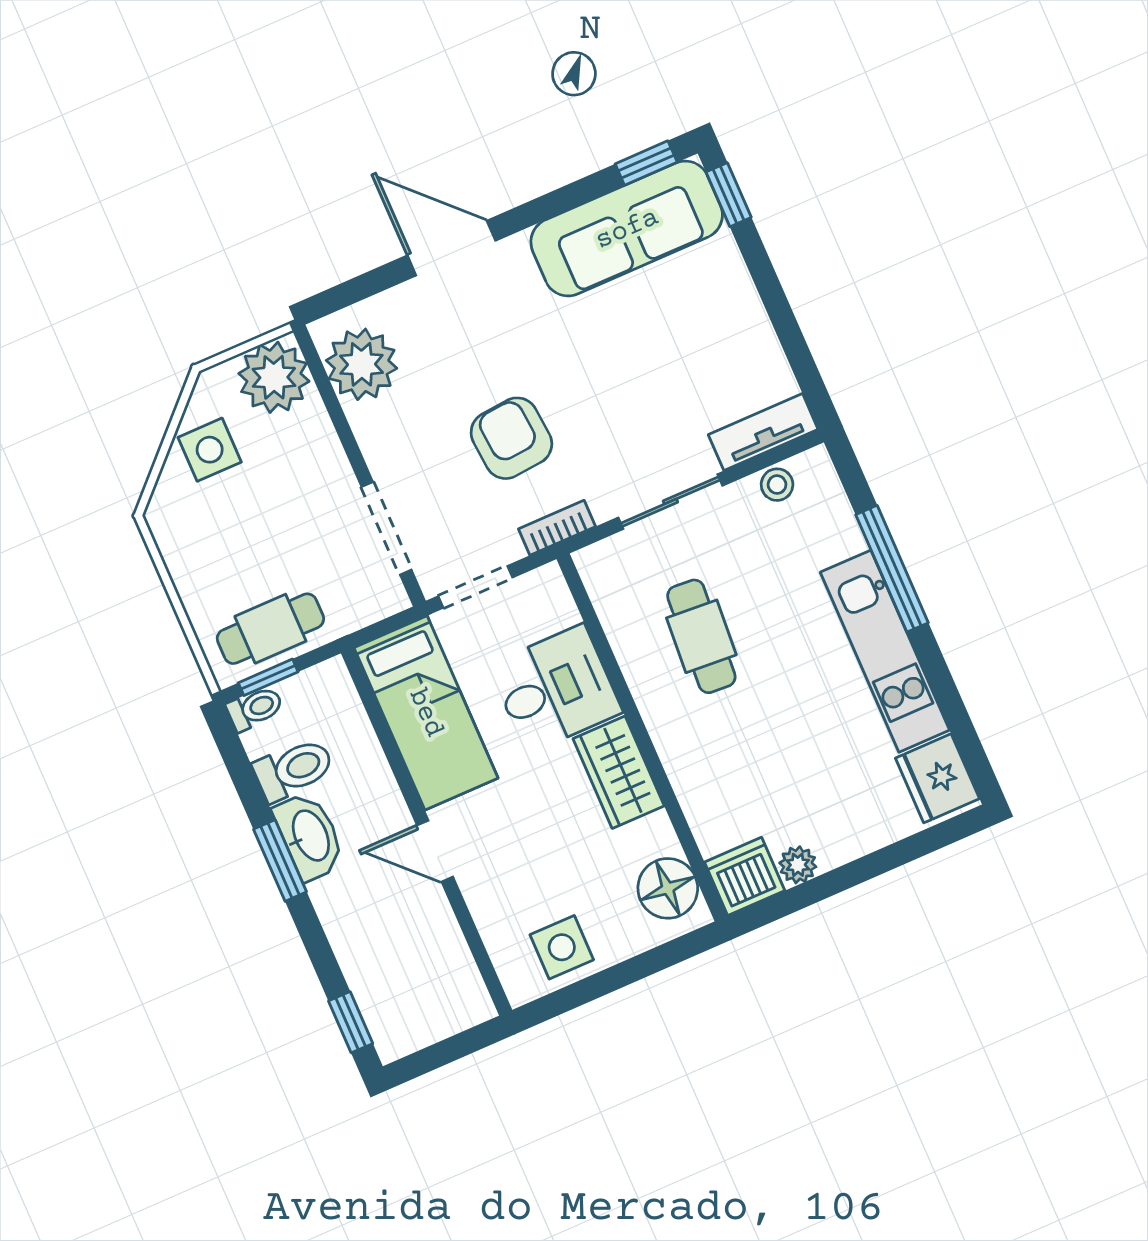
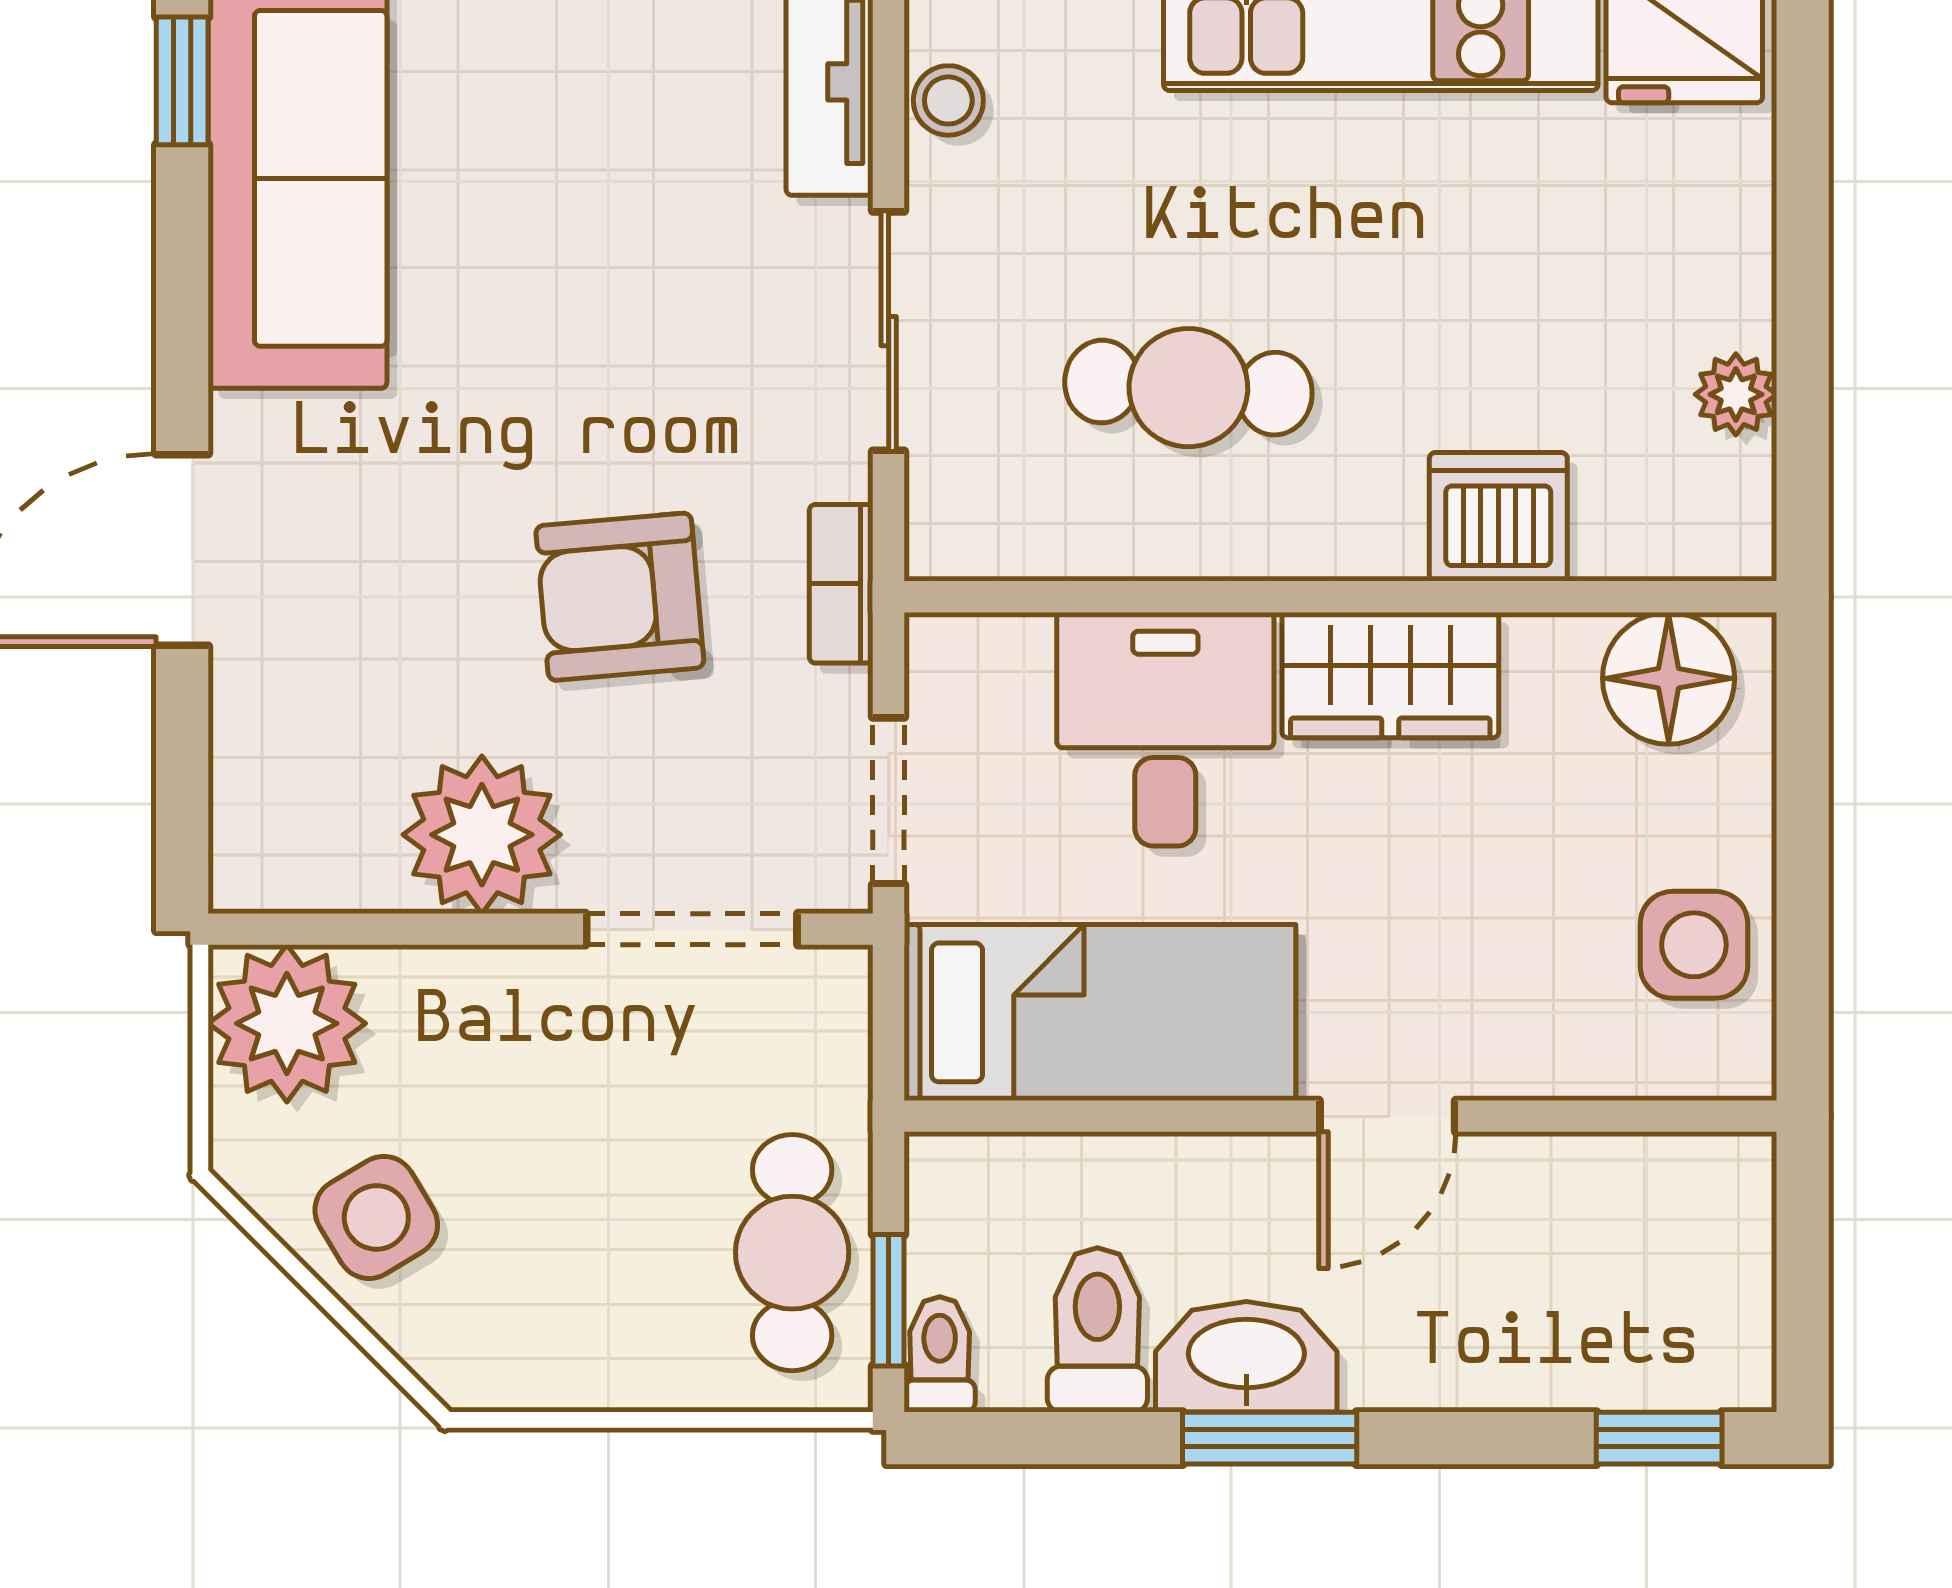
plant: (362, 364) -> (482, 835), moved
side table: (210, 450) -> (376, 1217), turned -31
dishwasher: (745, 876) -> (1498, 517), moved, turned 90

